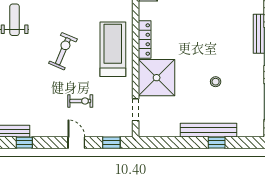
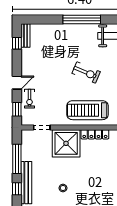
treadmill: (113, 49) -> (88, 110), turned 180
exercise bike: (80, 101) -> (30, 99), moved
window: (177, 143) -> (17, 159), added

